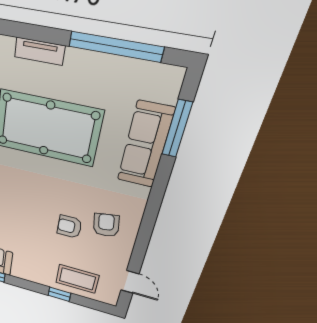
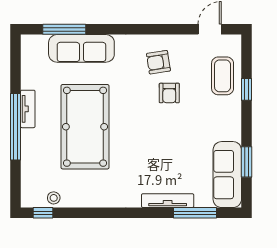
window: (116, 47) -> (15, 127), moved
tv unit: (40, 51) -> (28, 109), moved

